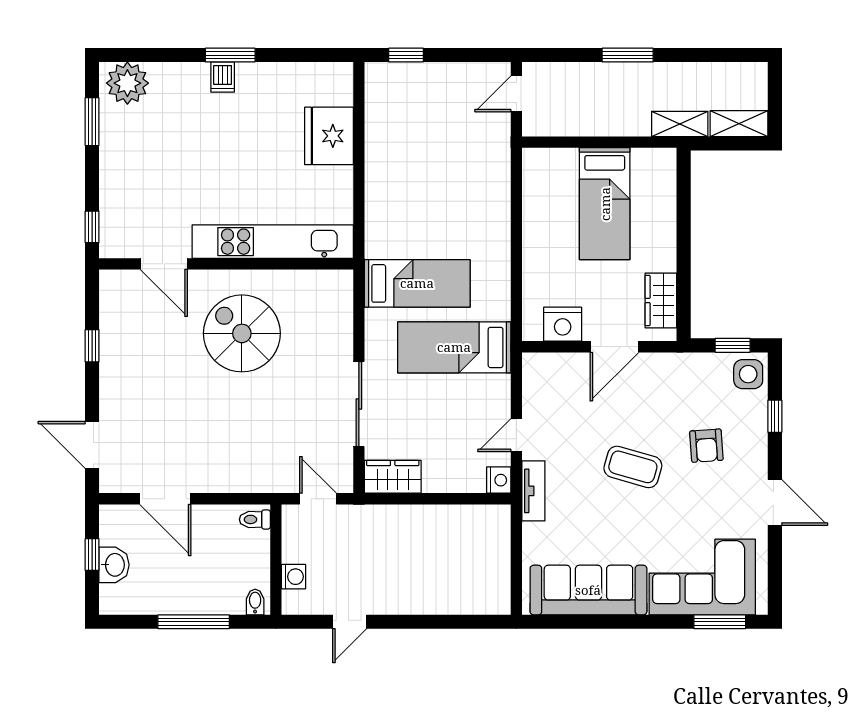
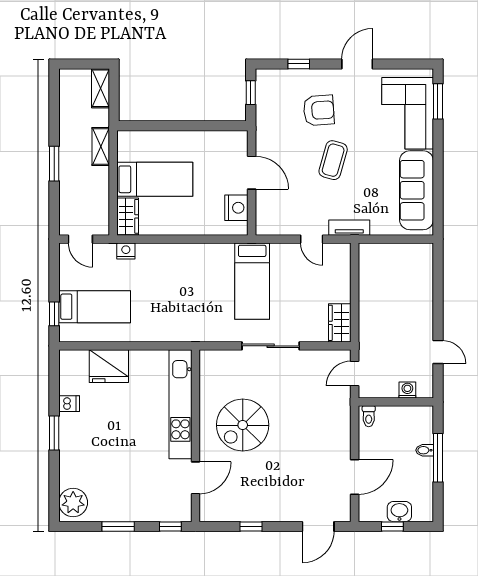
dishwasher: (223, 77) -> (69, 404), moved
window: (92, 122) -> (118, 526), moved
shelving: (680, 124) -> (101, 146), moved
bed: (417, 283) -> (95, 307), moved, turned 90
wardrobe: (661, 301) -> (128, 216), moved, turned -90
side table: (748, 374) -> (270, 82), removed
sliding door: (359, 404) -> (271, 346), moved
armchair: (706, 446) -> (319, 110), width x1.38, depth x1.38
nightstand: (499, 480) -> (126, 251), moved
bidet: (255, 602) -> (425, 450), moved

